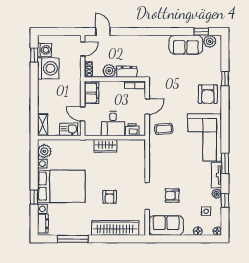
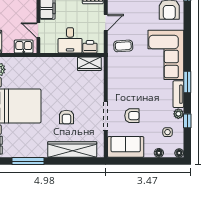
wardrobe: (106, 146) -> (89, 64), moved
armchair: (172, 196) -> (132, 116), turned 180

